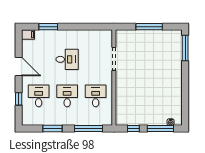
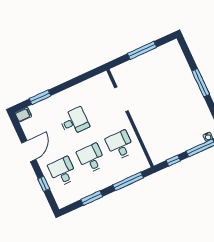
window: (185, 48) -> (201, 83), moved
door: (19, 66) -> (29, 151), hinge flipped

